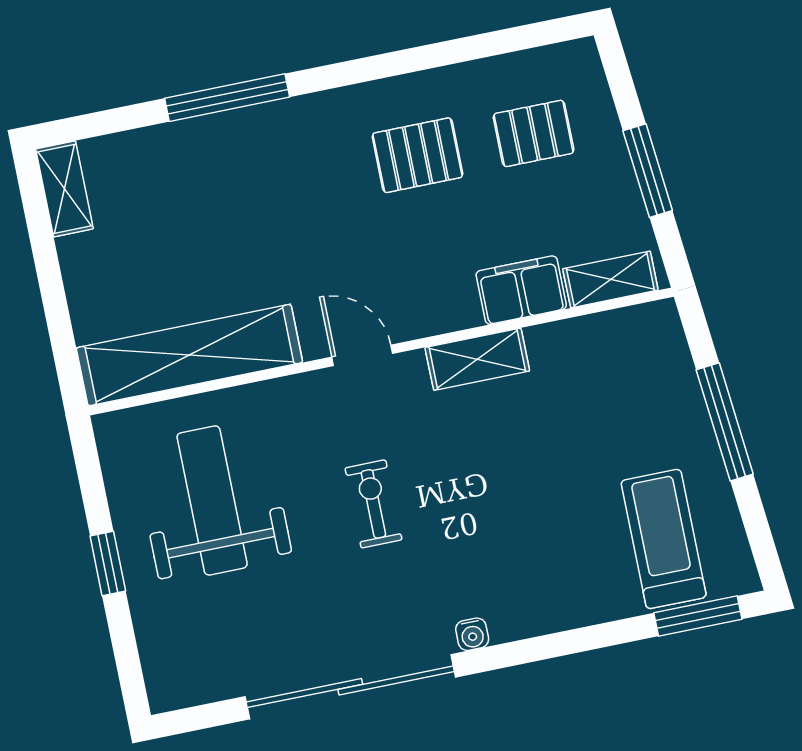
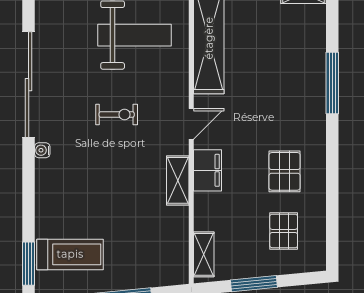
filing cabinet: (521, 290) -> (207, 170), moved

